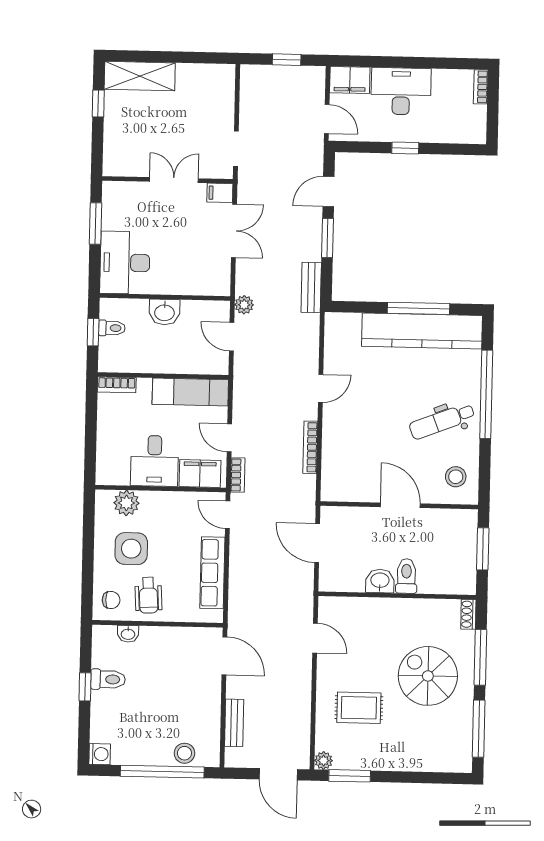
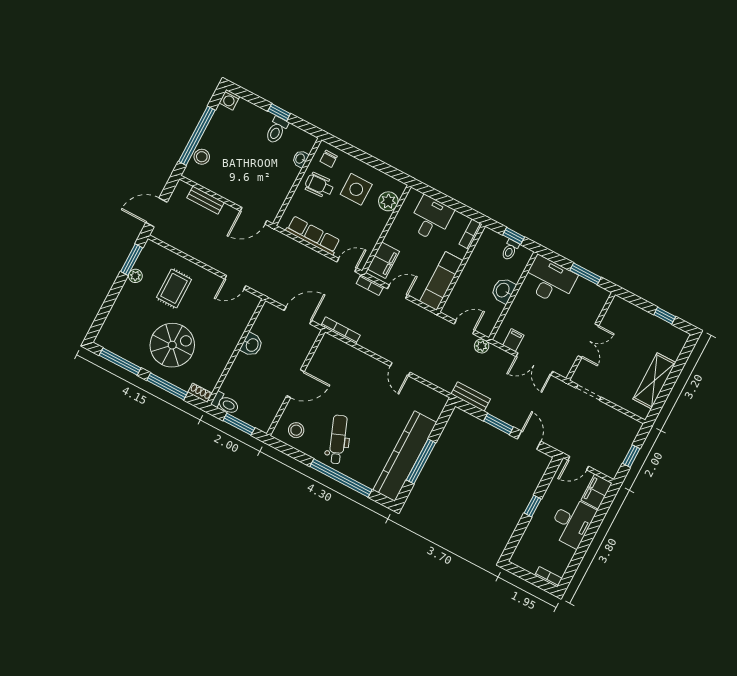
shelving: (140, 76) -> (654, 381), moved
filing cabinet: (220, 193) -> (513, 340), moved
bookcase: (310, 447) -> (341, 330), moved
desk: (154, 461) -> (431, 218), moved, turned 90
toilet: (406, 576) -> (225, 403), moved
plant: (324, 761) -> (135, 276), moved

